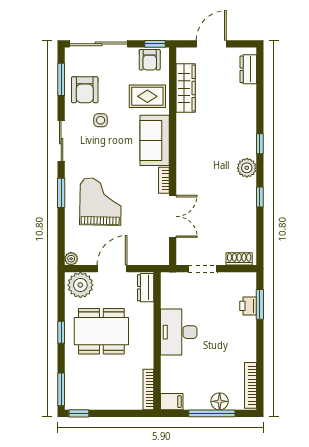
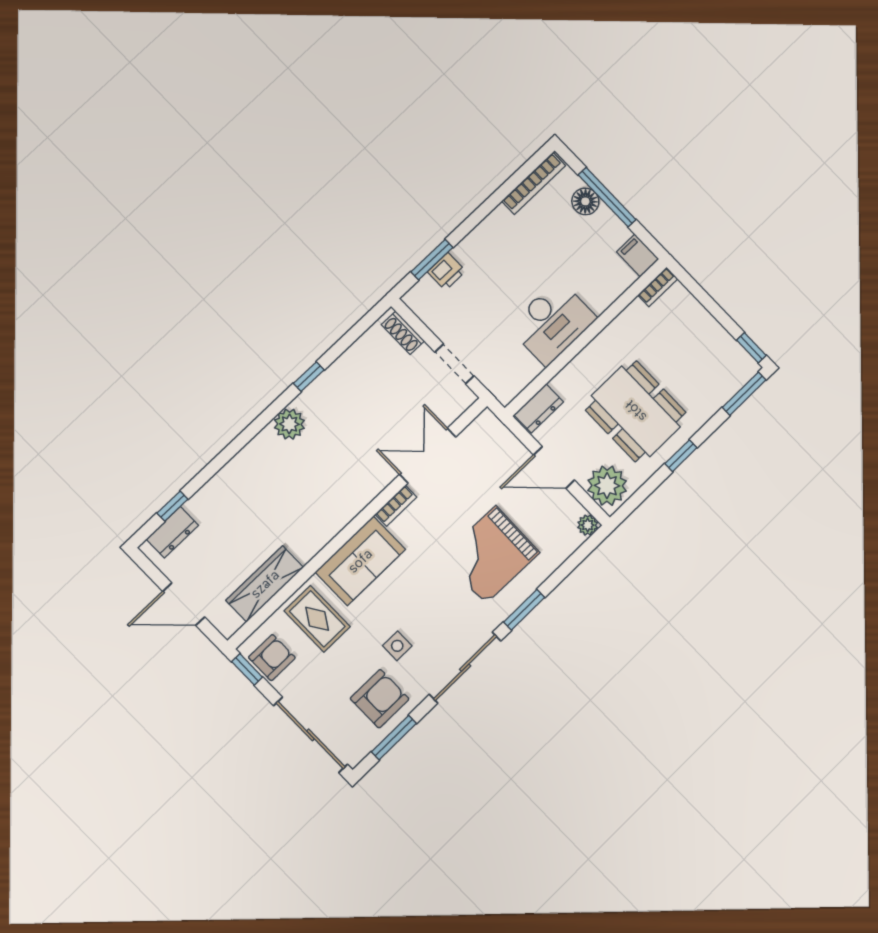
sliding door: (61, 141) -> (465, 668), width x1.37
window: (260, 144) -> (172, 506), moved
bookcase: (148, 390) -> (658, 287), width x0.64

